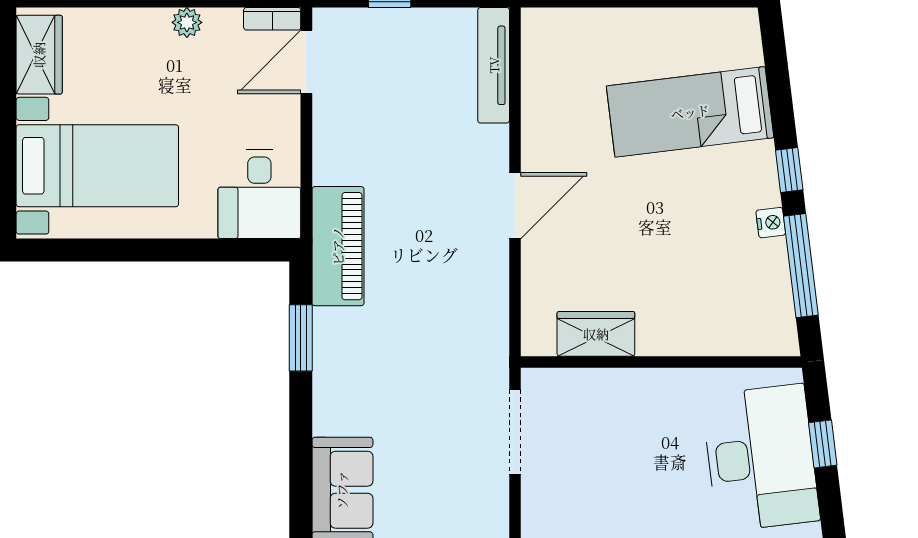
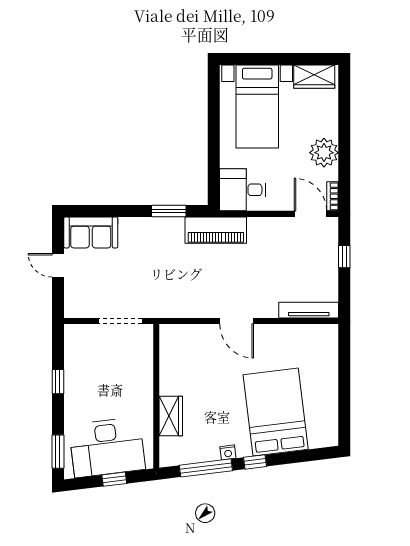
plant: (187, 22) -> (324, 153), width x1.87, depth x1.87
bed: (690, 112) -> (276, 412), width x1.50
wardrobe: (596, 334) -> (171, 416), moved

